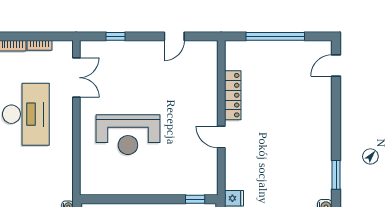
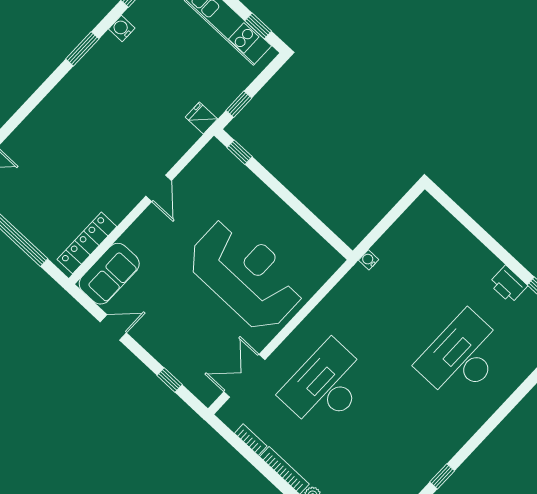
sofa: (204, 64) -> (109, 274), added
locker: (233, 95) -> (87, 243), moved
reception desk: (128, 135) -> (246, 274), width x1.36, depth x1.30

